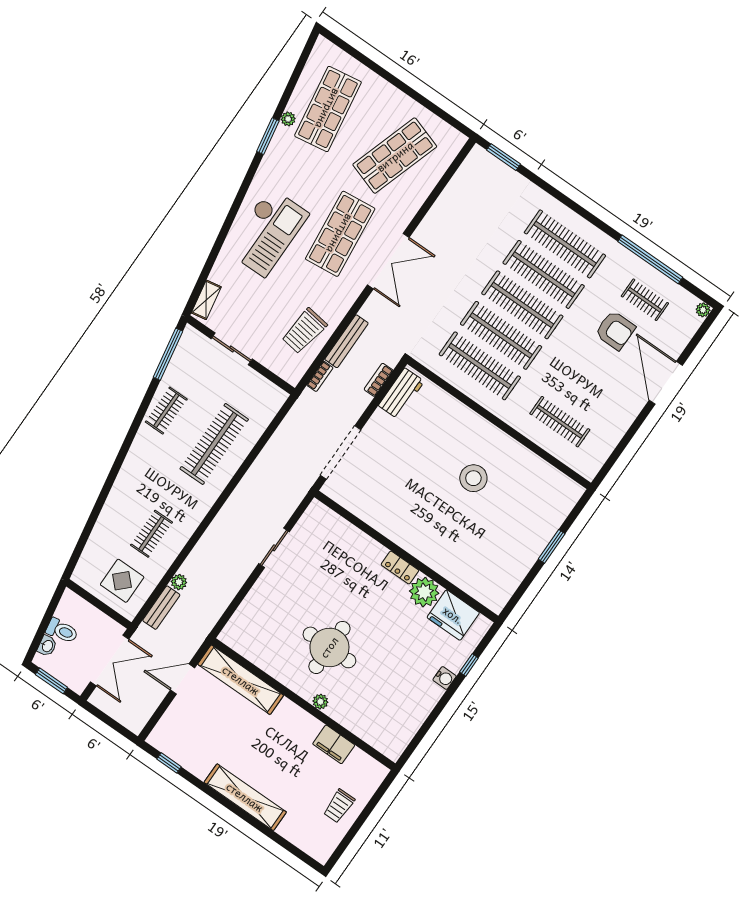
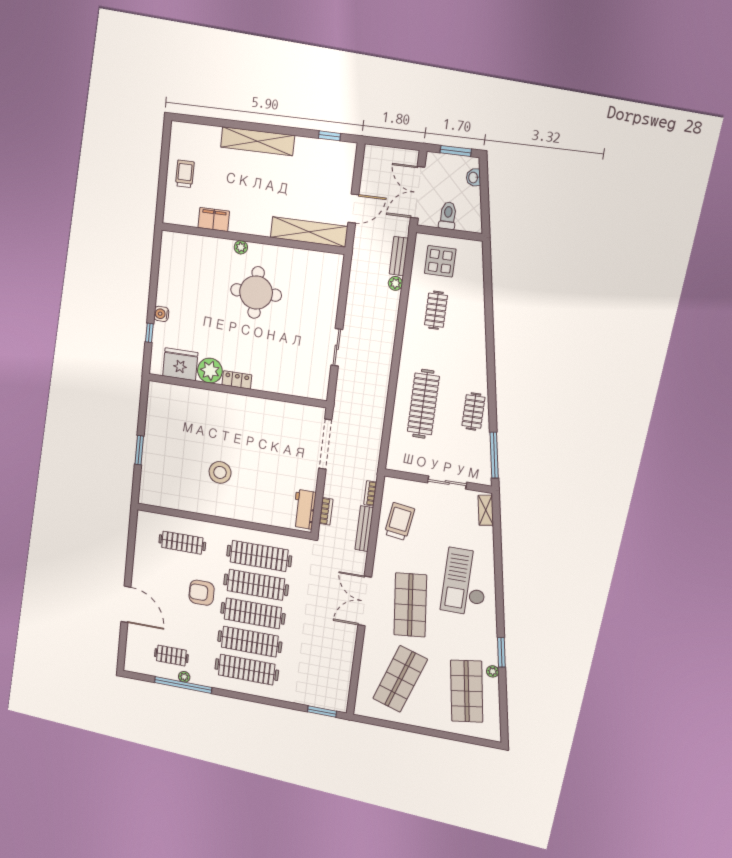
plant: (703, 310) -> (184, 677), moved
armchair: (615, 330) -> (202, 593), moved
toilet: (62, 631) -> (448, 216), moved, turned 100

